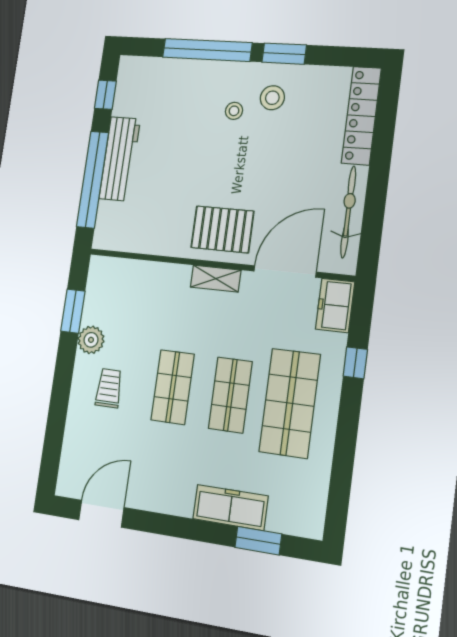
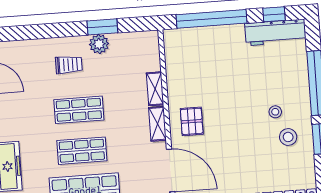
workbench: (120, 159) -> (275, 32), moved
pallet: (222, 229) -> (192, 121), width x0.67, depth x0.71
shelving: (167, 273) -> (155, 89), added
window: (73, 311) -> (102, 27), moved

